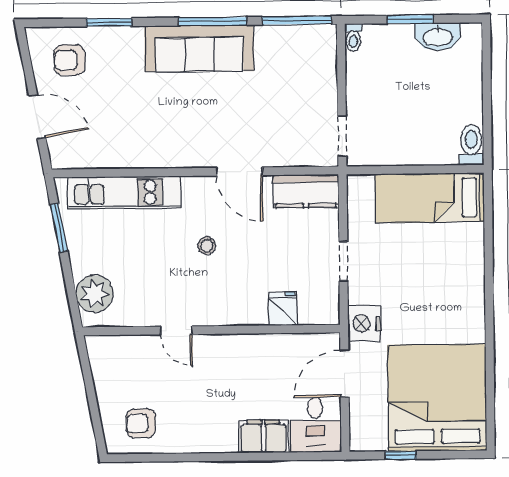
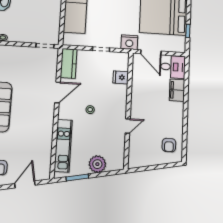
plant: (95, 294) -> (97, 164), moved

